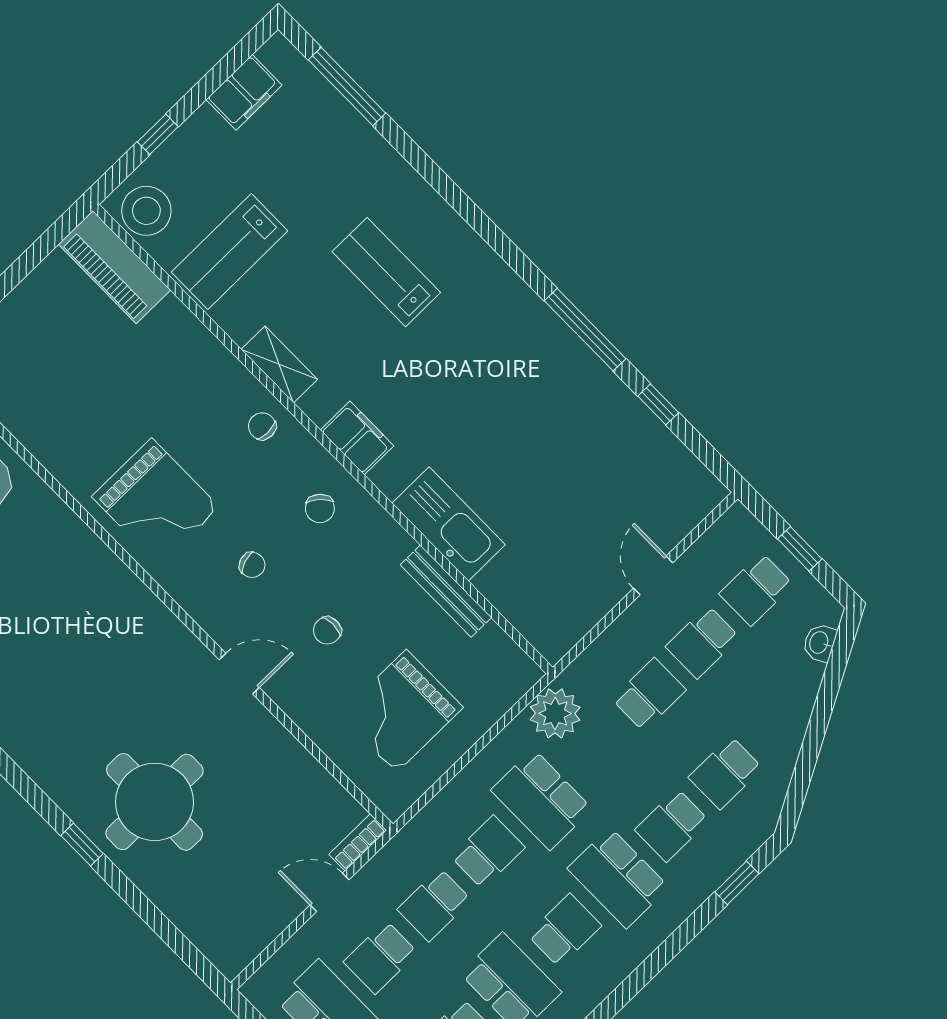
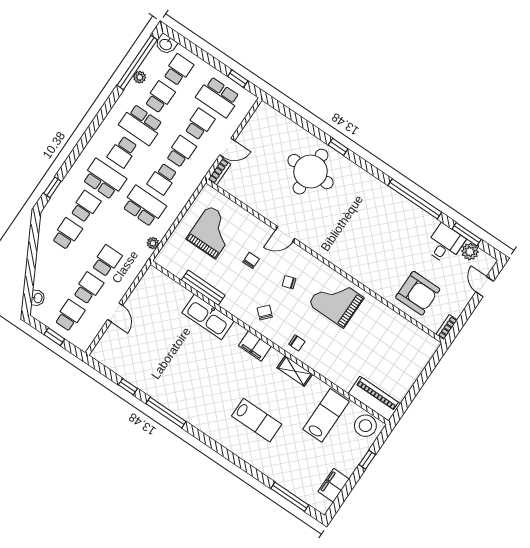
school desk: (649, 694) -> (107, 261), turned 180
plant: (555, 713) -> (153, 243), width x0.53, depth x0.53

